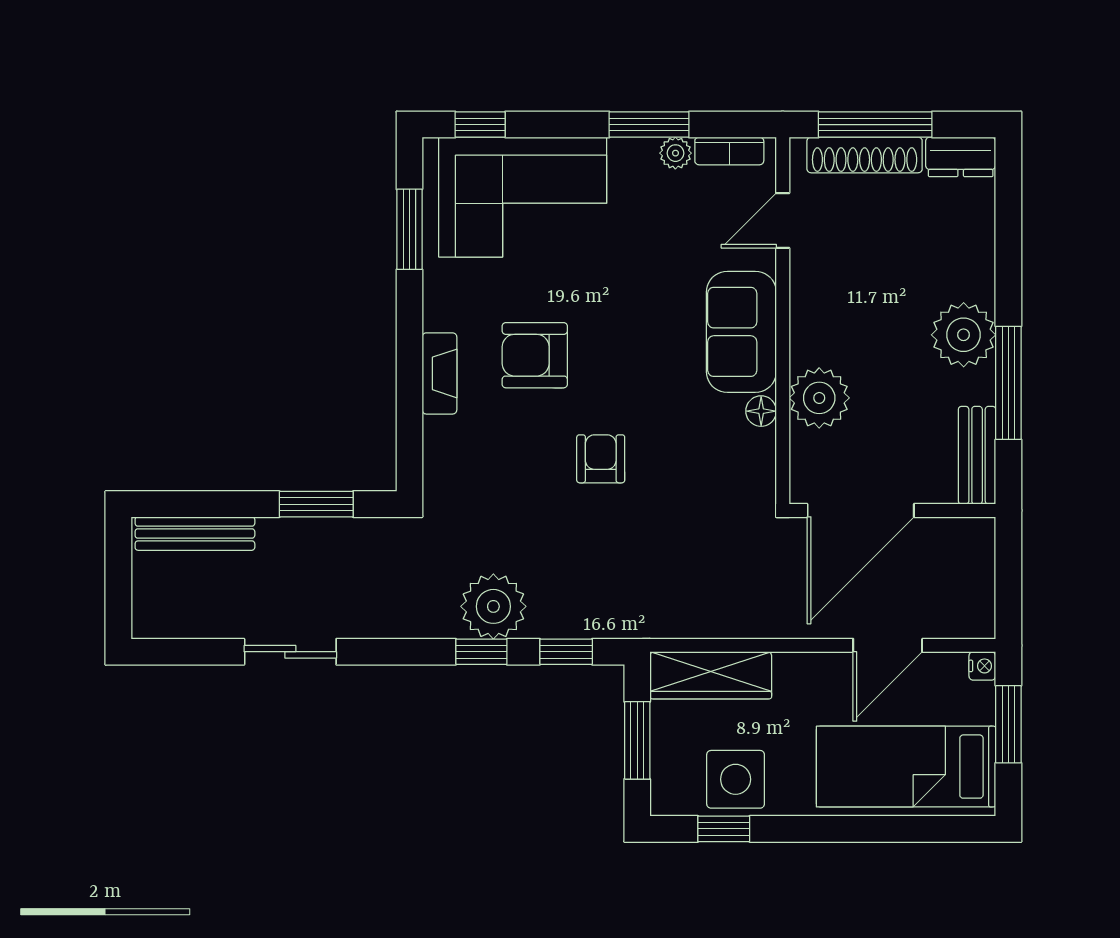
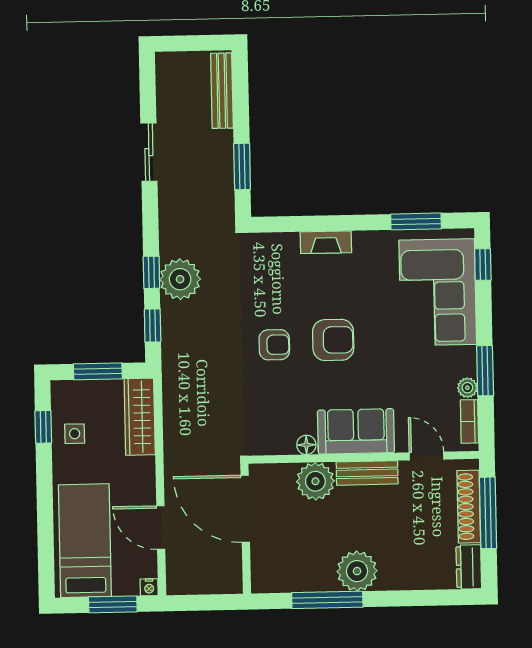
armchair: (535, 355) -> (333, 340), moved, turned 90
bench: (977, 455) -> (367, 473), moved
side table: (736, 779) -> (75, 434), width x0.54, depth x0.54

